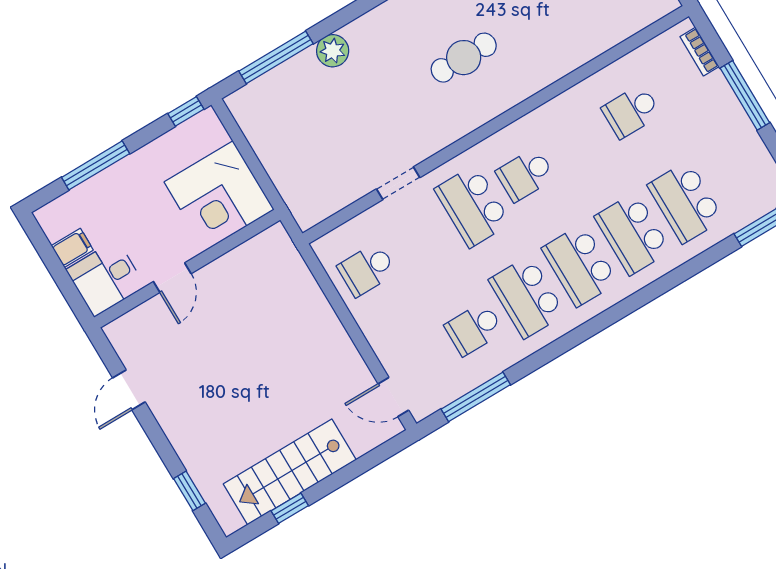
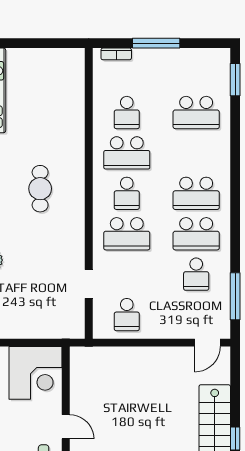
doorway: (398, 183) -> (89, 284), moved
school desk: (633, 234) -> (127, 153), moved

